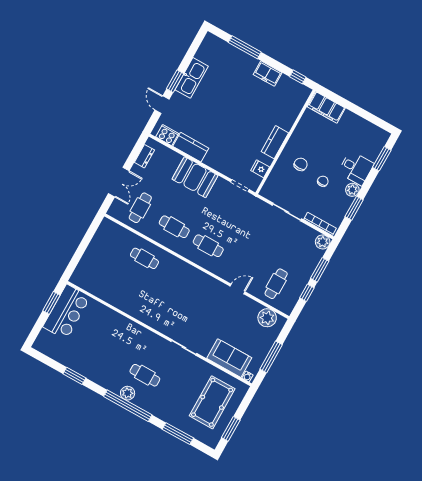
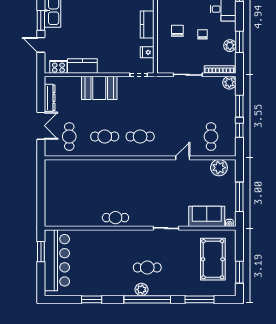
dresser: (144, 156) -> (50, 98), width x1.44
plant: (352, 190) -> (230, 46), moved
cafe table: (144, 258) -> (115, 218), moved
bar counter: (66, 312) -> (57, 260), width x1.36

